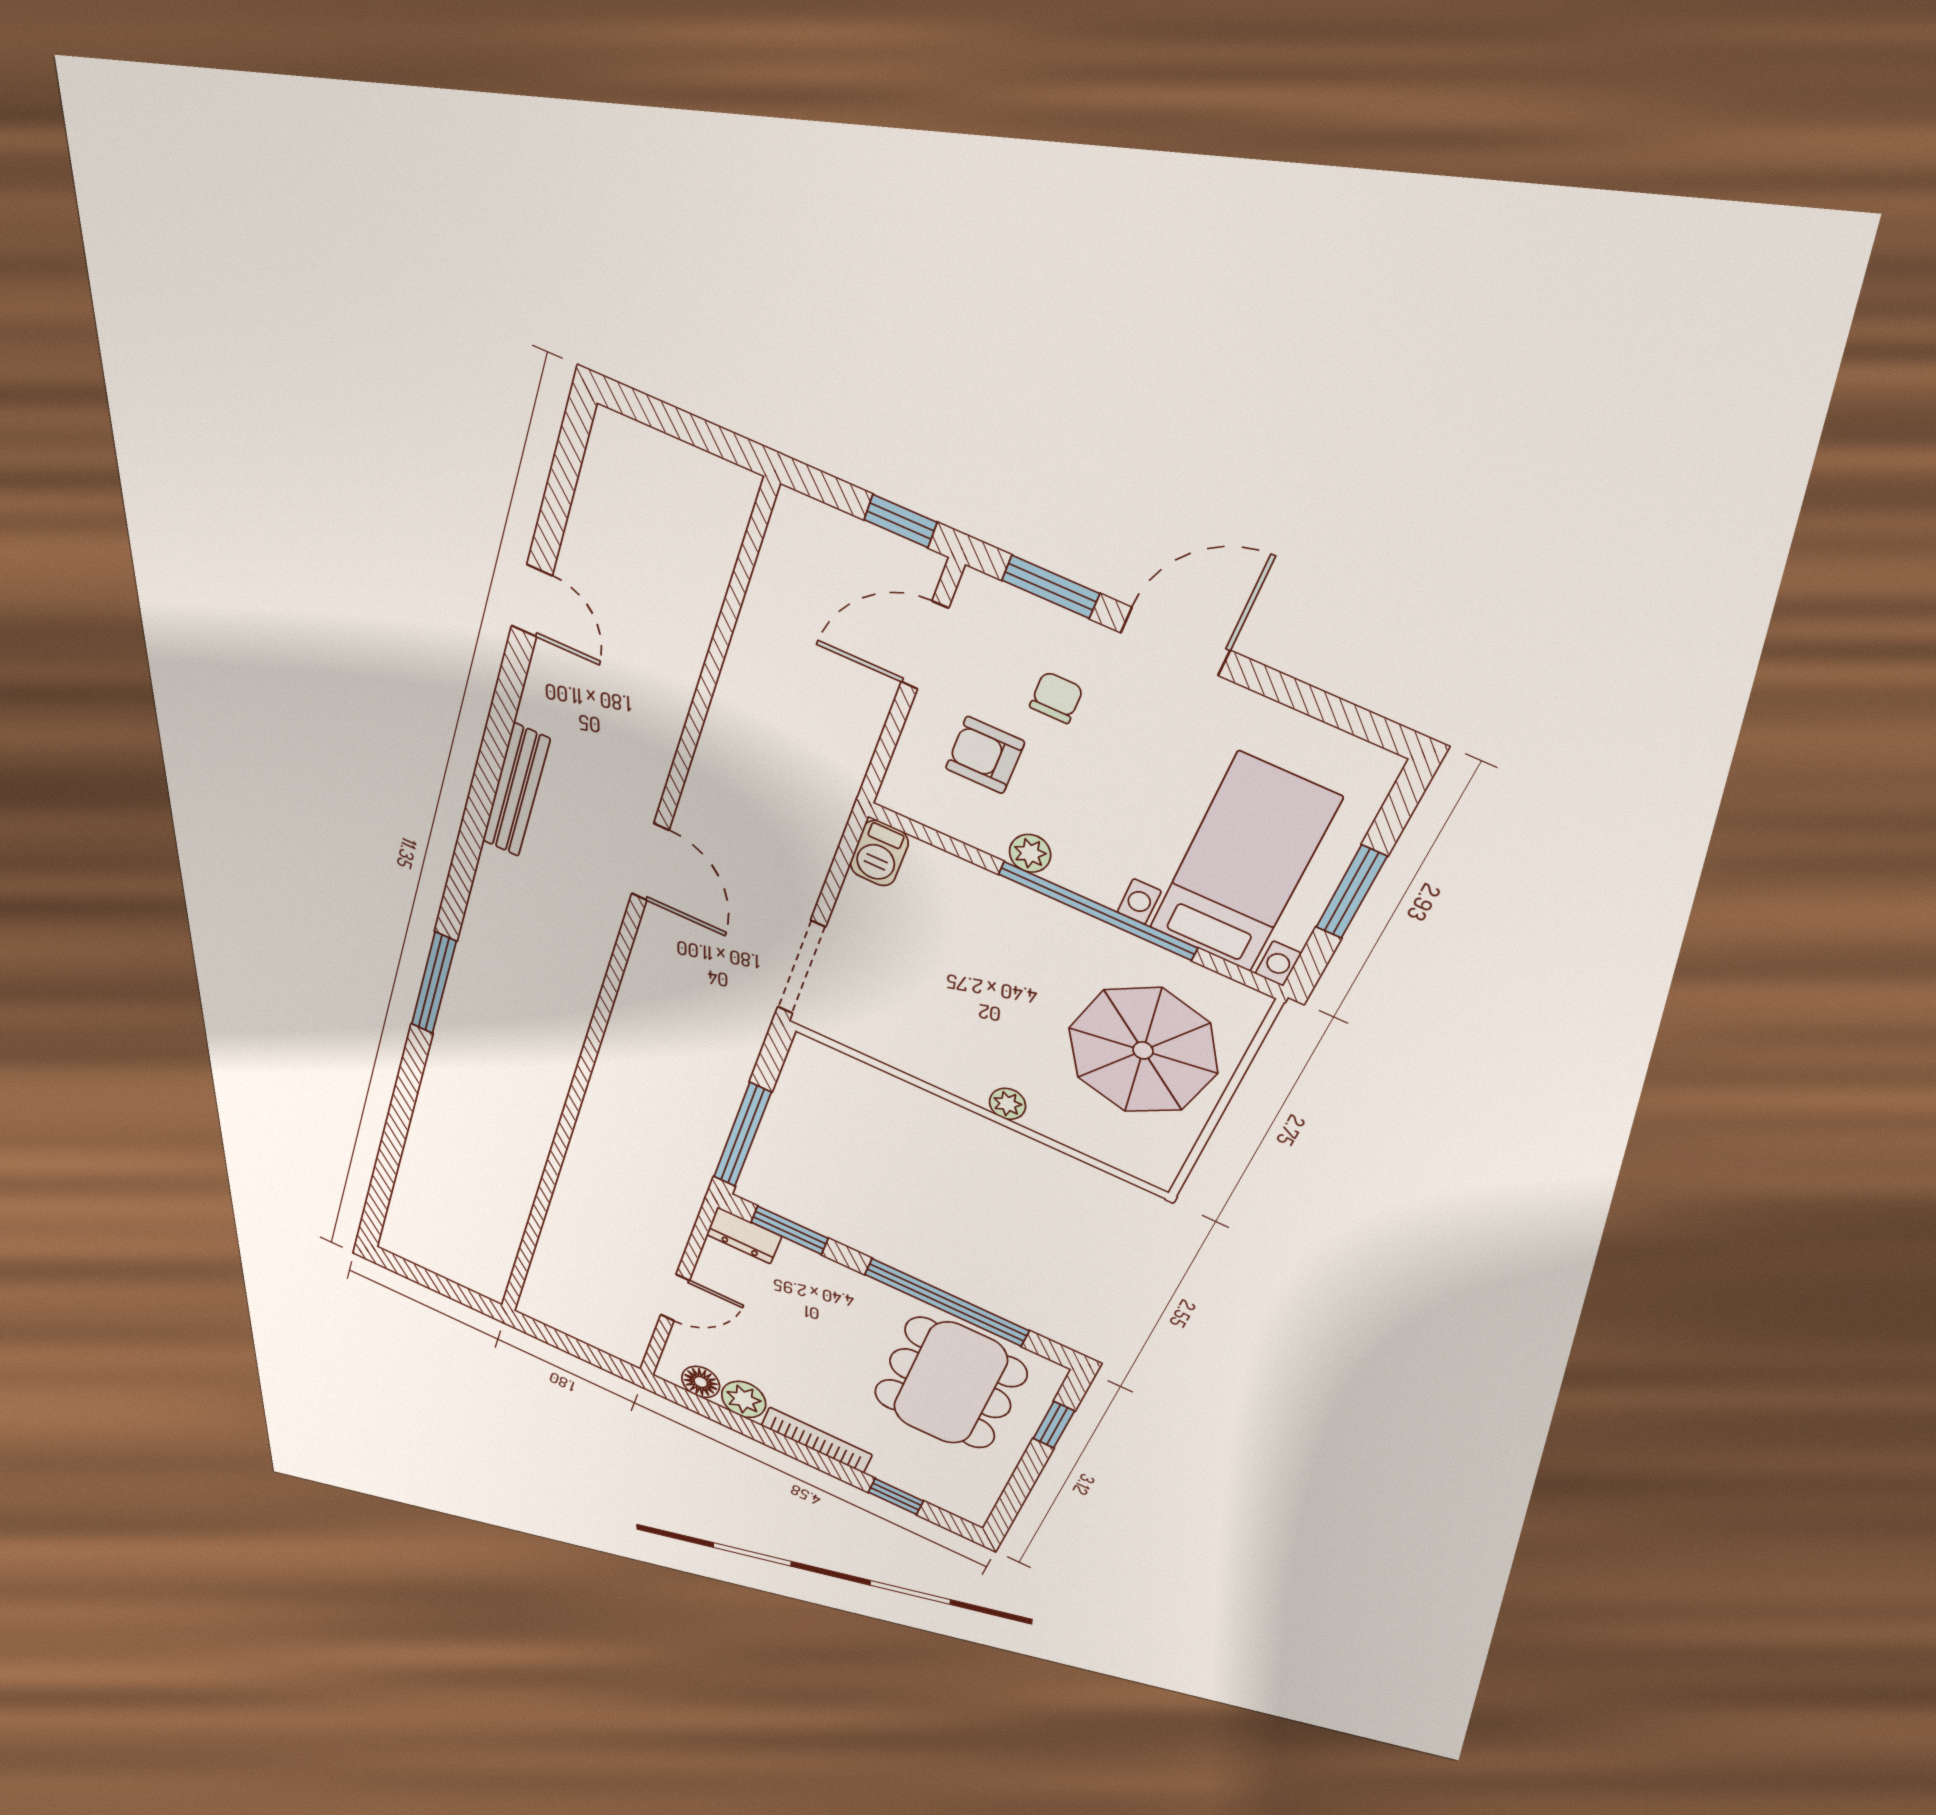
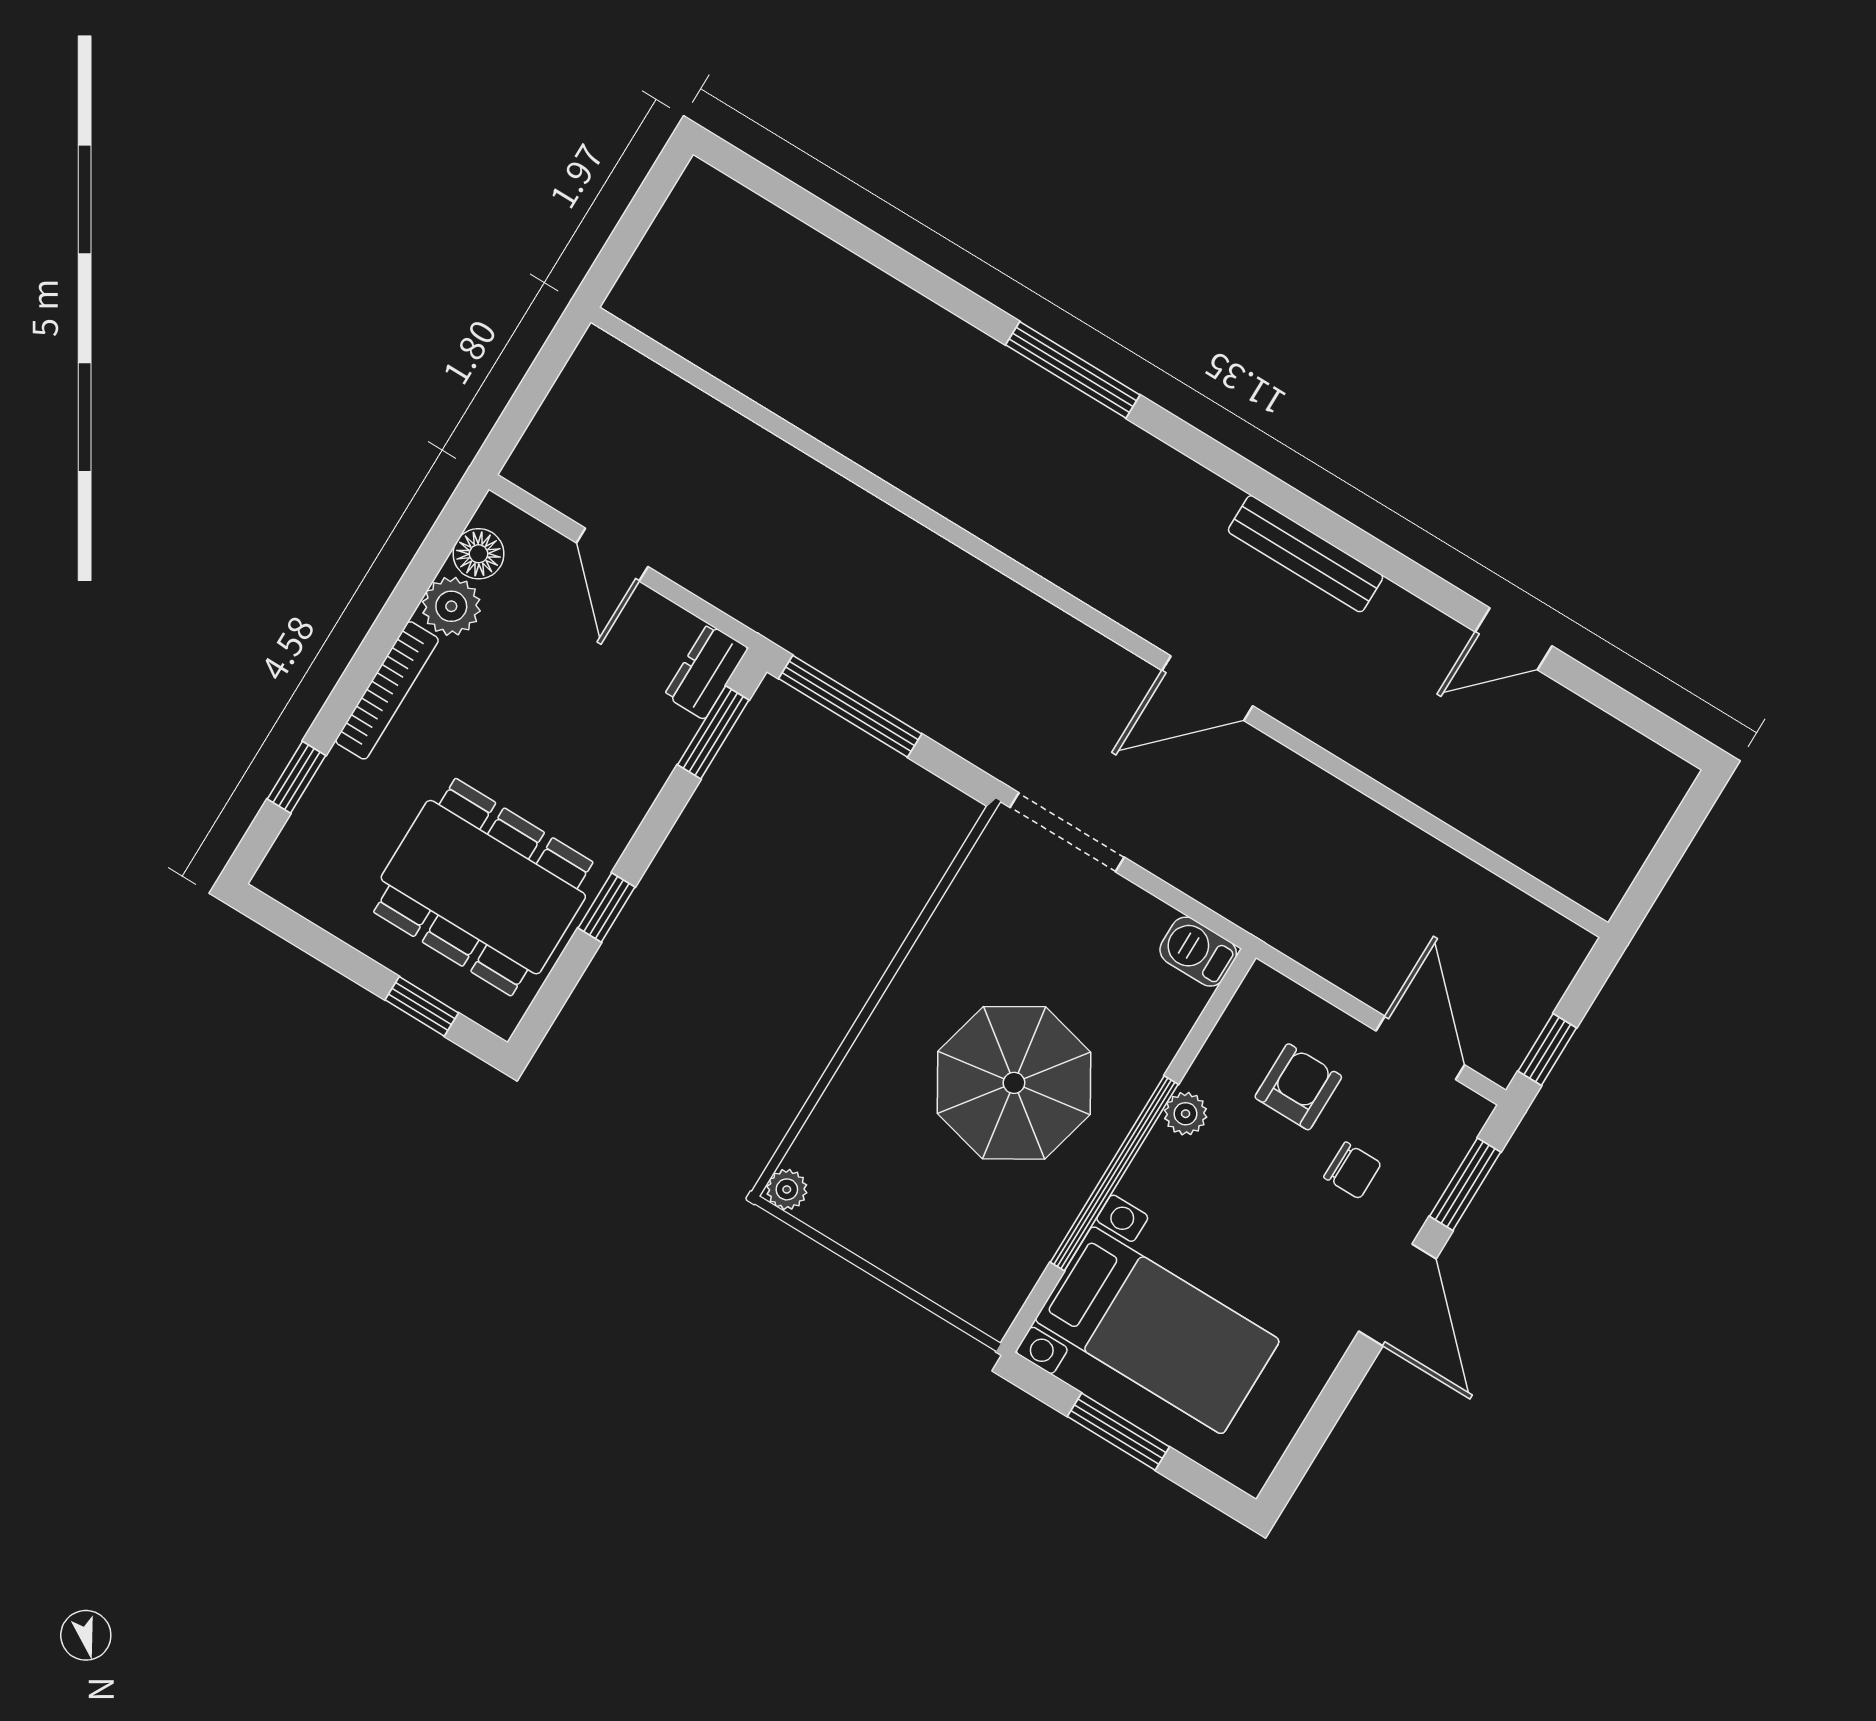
parasol: (1143, 1050) -> (1014, 1083), moved
plant: (1008, 1104) -> (787, 1189), moved
window: (947, 1302) -> (606, 908), width x0.32

